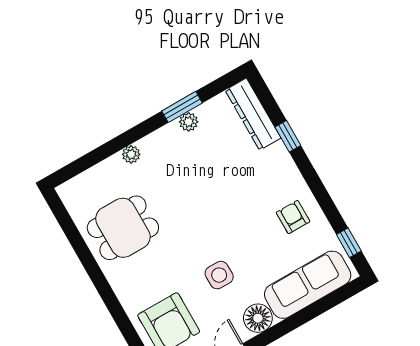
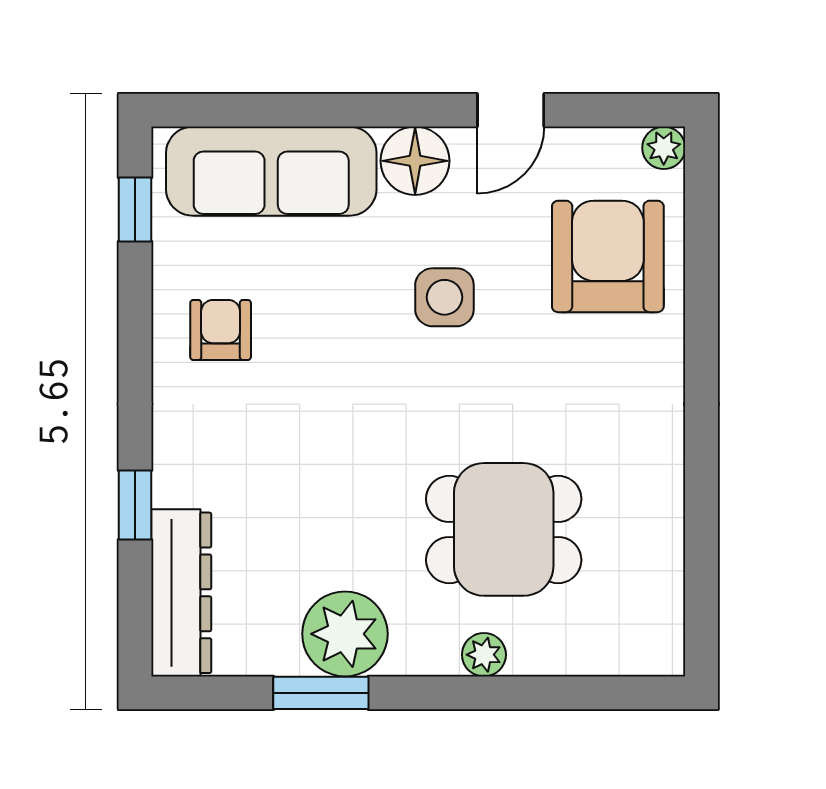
plant: (189, 122) -> (345, 634), width x1.87, depth x1.87
armchair: (293, 217) -> (221, 330), turned 180
dining table: (123, 228) -> (504, 529), moved

